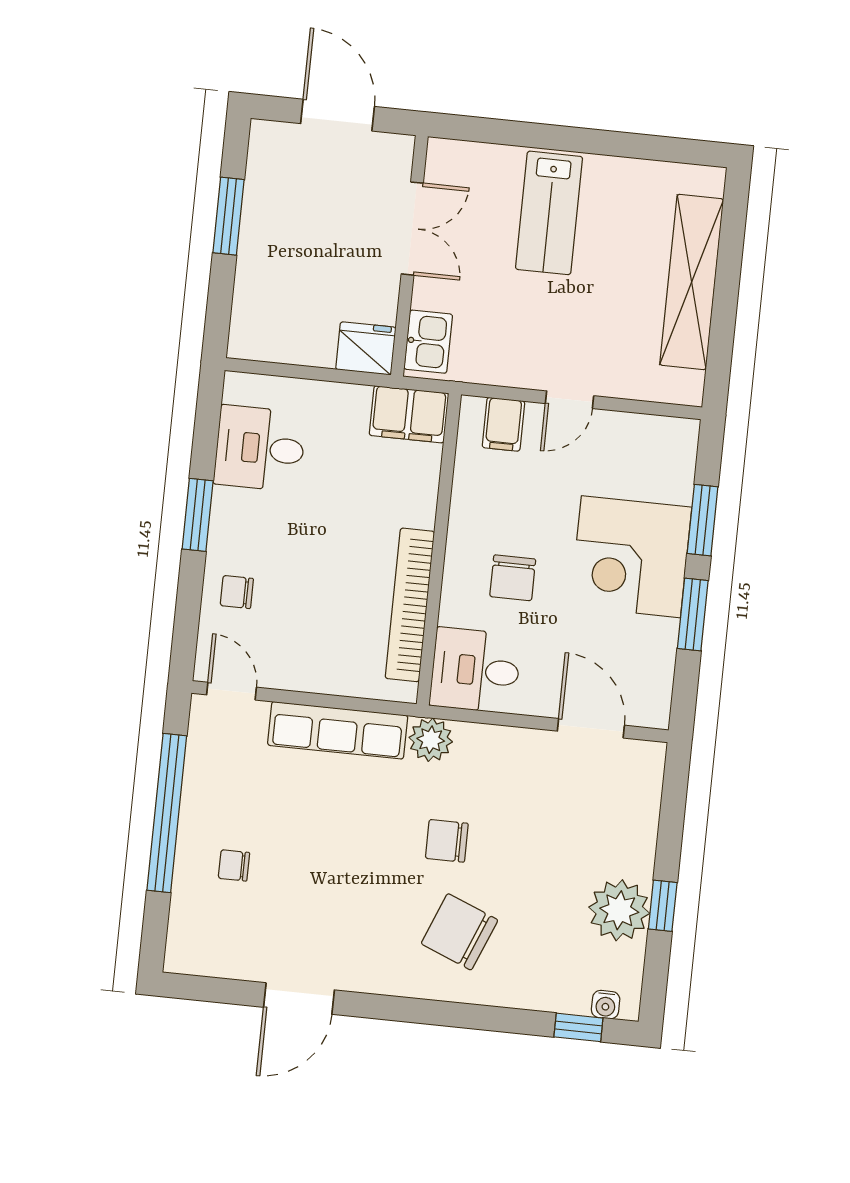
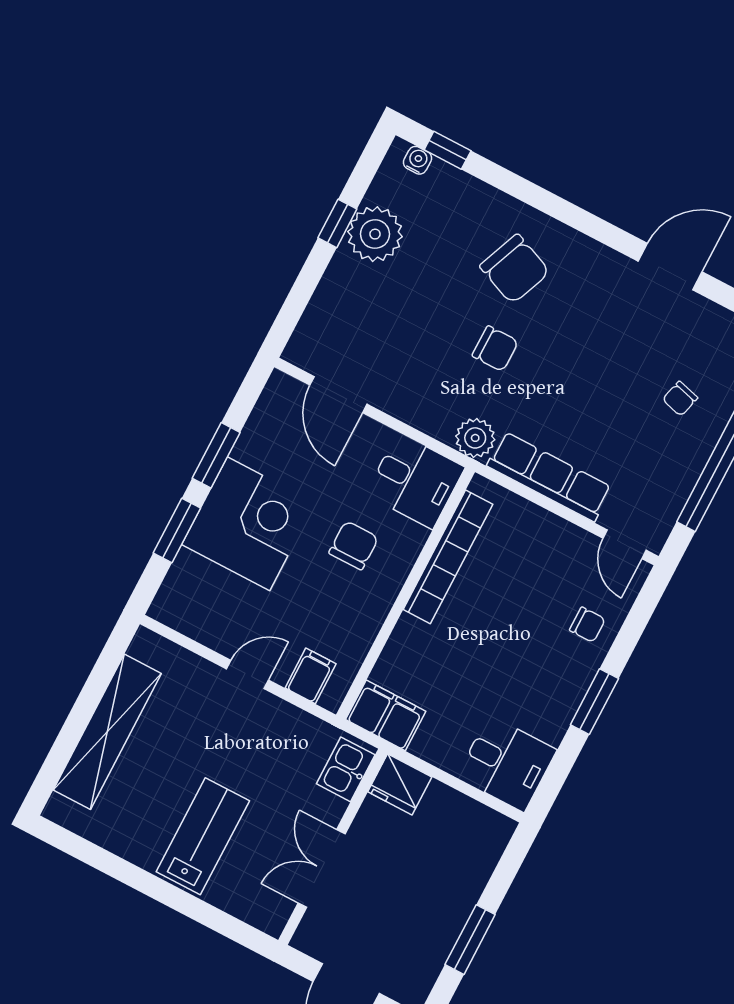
desk: (260, 448) -> (507, 763), moved
chair: (234, 865) -> (680, 399), turned 105

